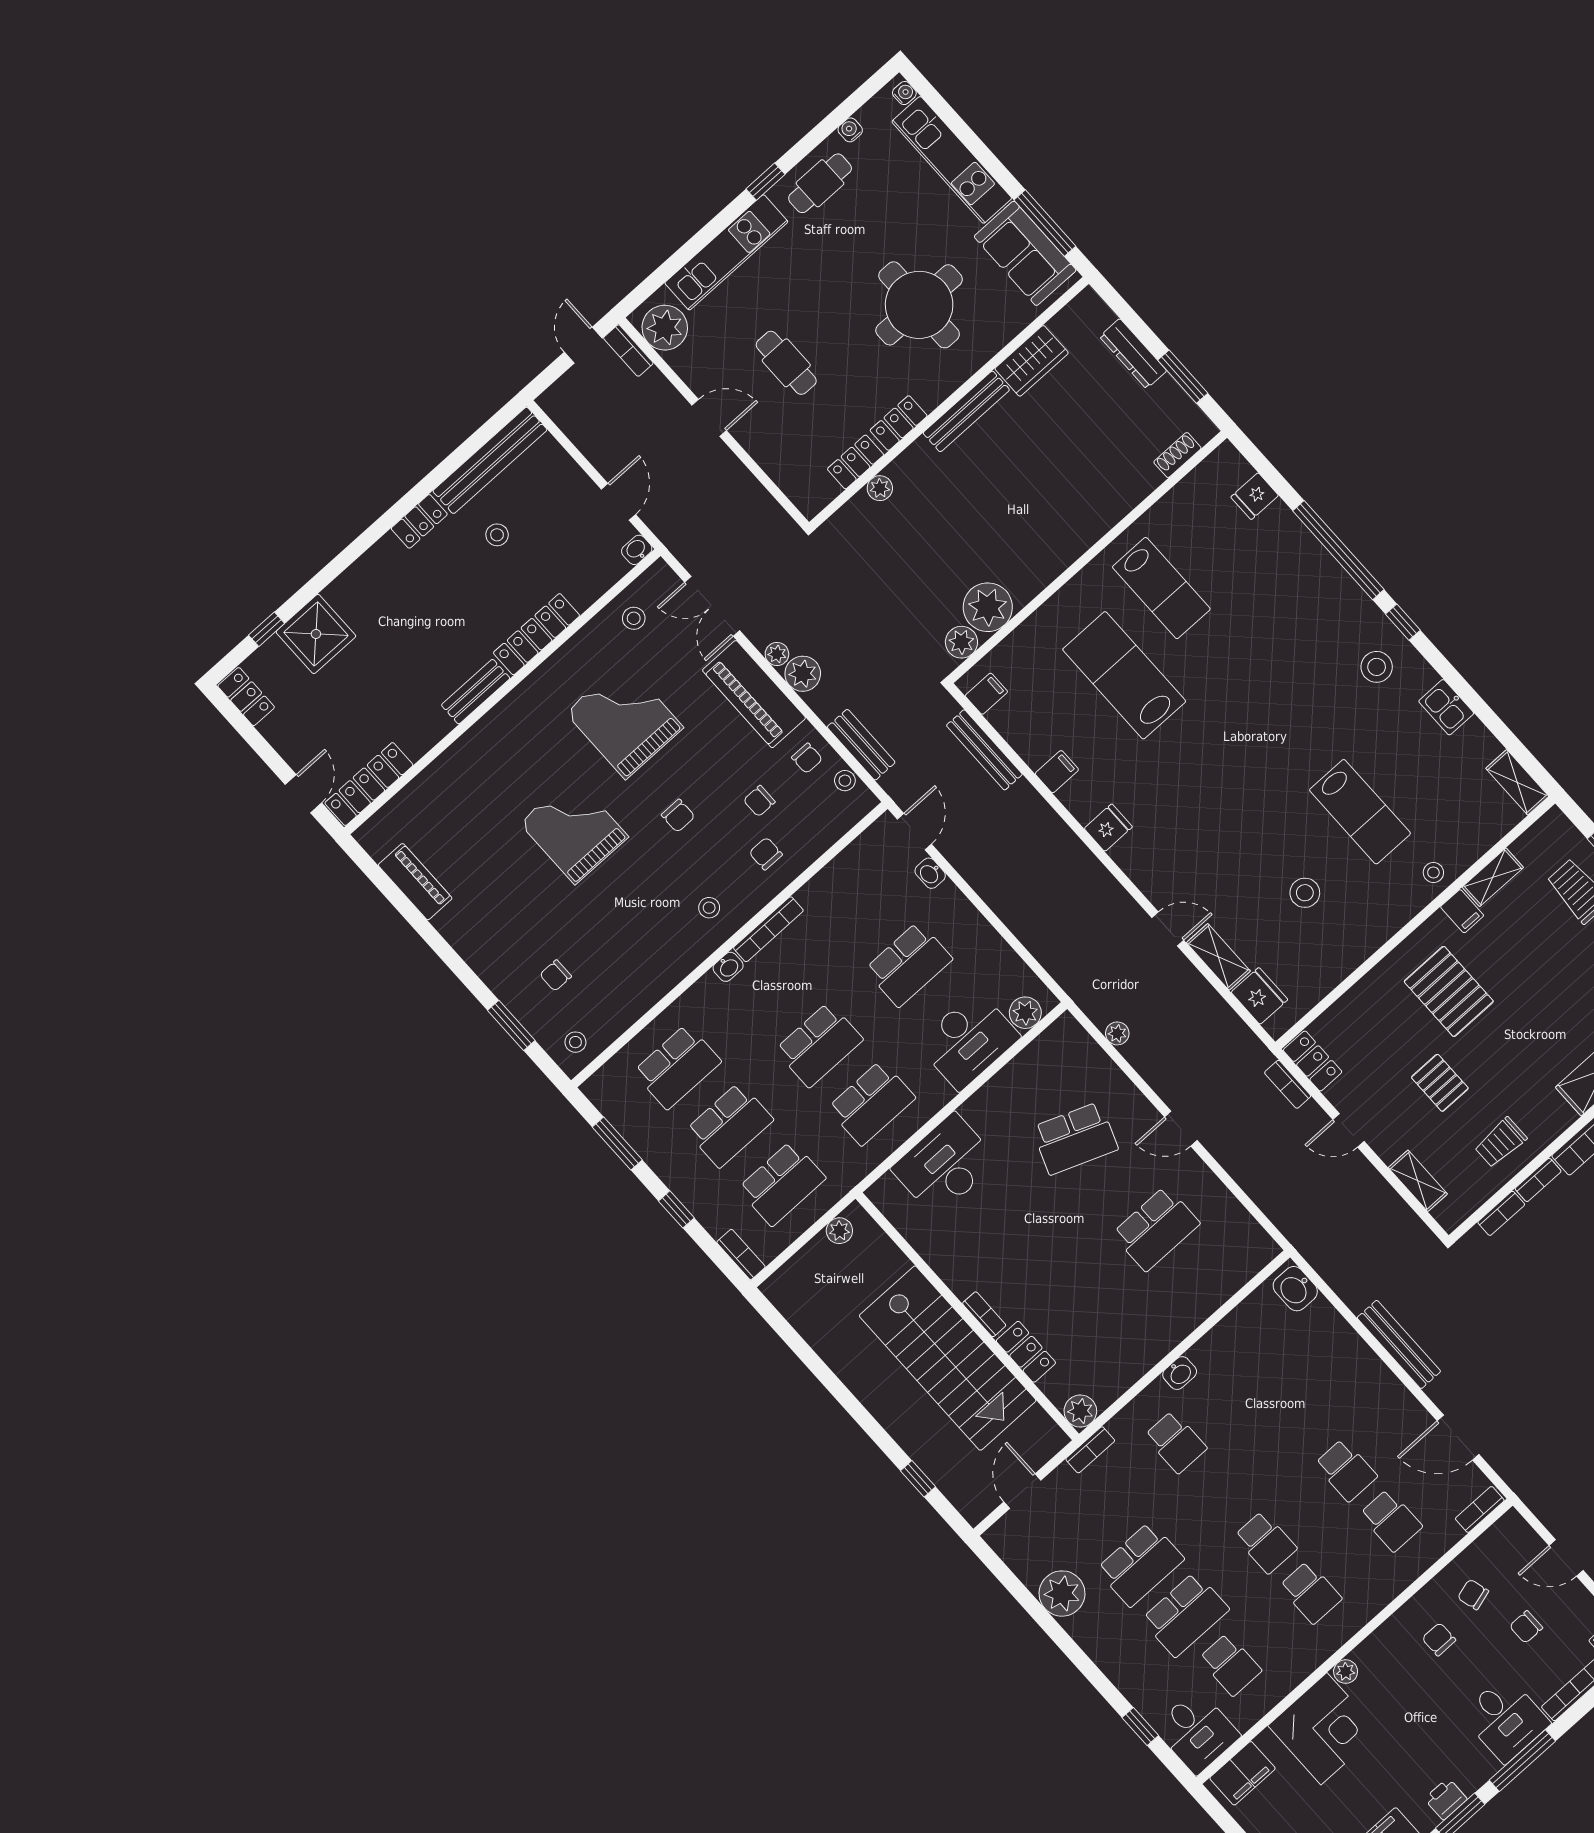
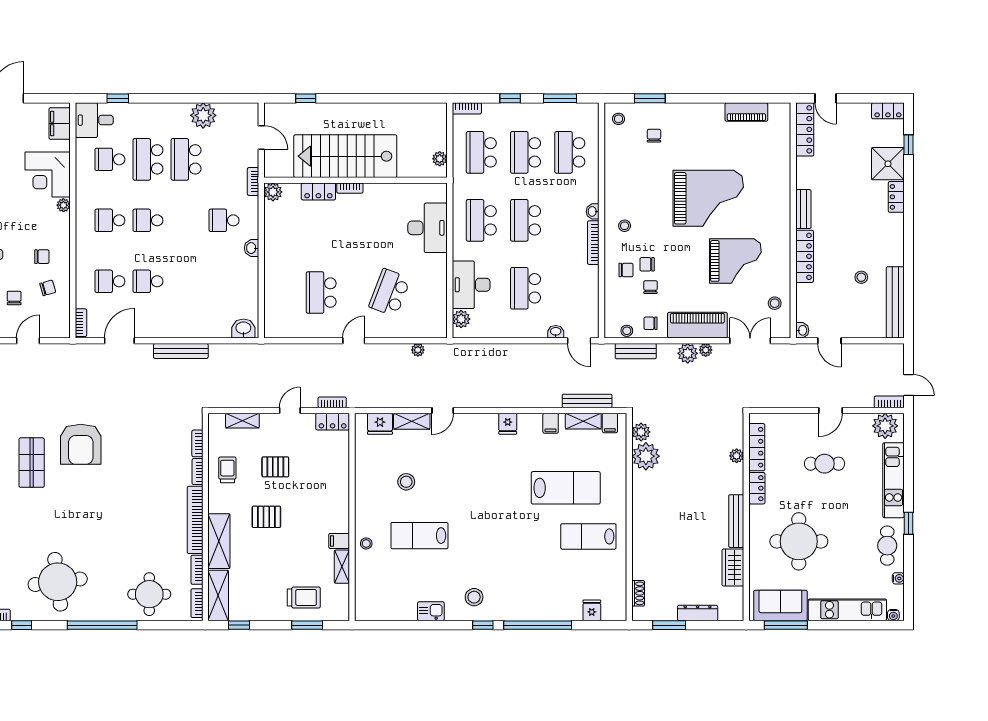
locker: (856, 462) -> (757, 447), width x1.53
locker: (419, 521) -> (896, 197), moved
shelving: (1517, 782) -> (583, 421), moved
chair: (678, 816) -> (647, 264), moved
grand piano: (574, 830) -> (708, 198), width x1.37, depth x1.48
pallet: (1449, 991) -> (266, 517), moved, width x0.67, depth x0.71

